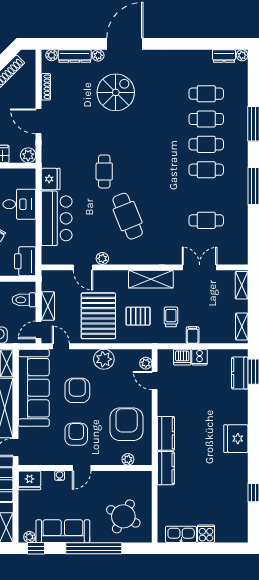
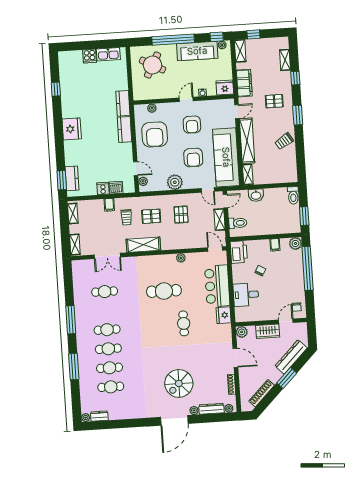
cafe table: (128, 216) -> (164, 291), turned -68
door: (83, 267) -> (215, 249), moved
pallet: (98, 316) -> (181, 215), width x0.49, depth x0.50

